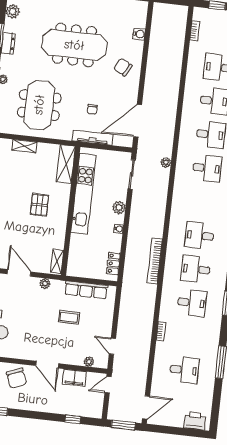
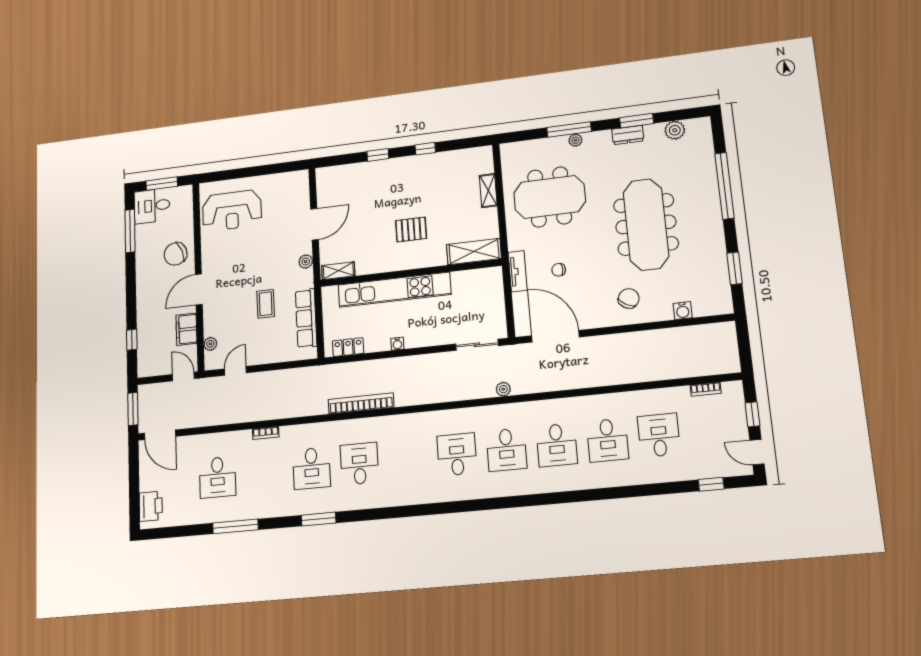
tv unit: (93, 138) -> (518, 271), width x0.71
kitchen unit: (83, 194) -> (394, 290), moved
plant: (119, 207) -> (427, 338), removed
desk: (199, 235) -> (457, 454), moved

